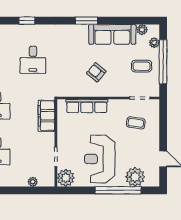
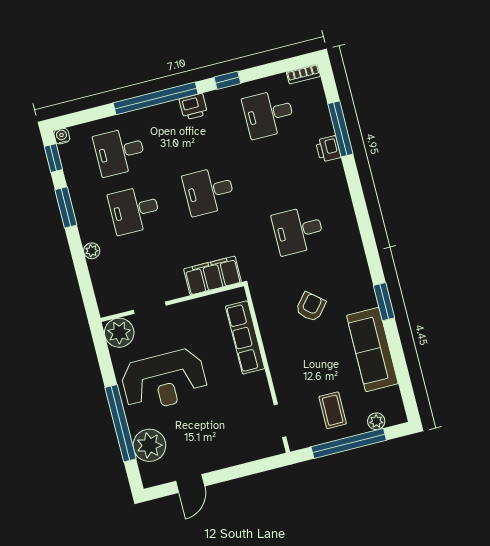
window: (27, 21) -> (359, 204), removed
plant: (142, 30) -> (392, 396), removed
armchair: (96, 72) -> (311, 307), moved
coffee table: (136, 123) -> (238, 424), removed
reception desk: (100, 159) -> (164, 380), turned 180
plant: (33, 182) -> (92, 251), moved

